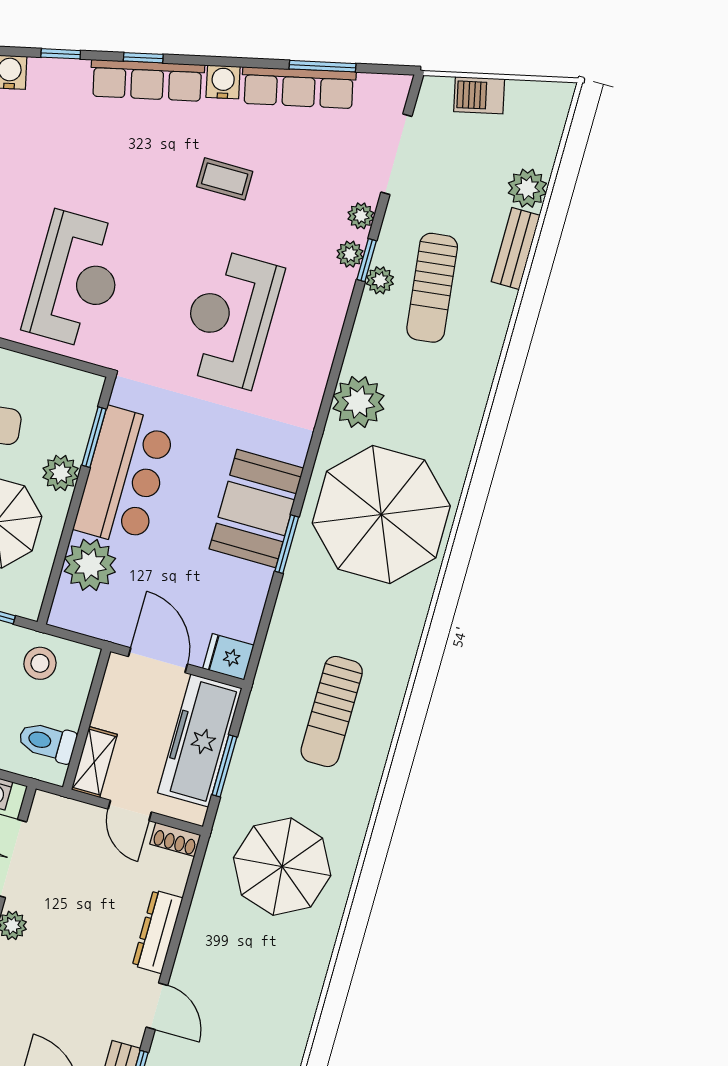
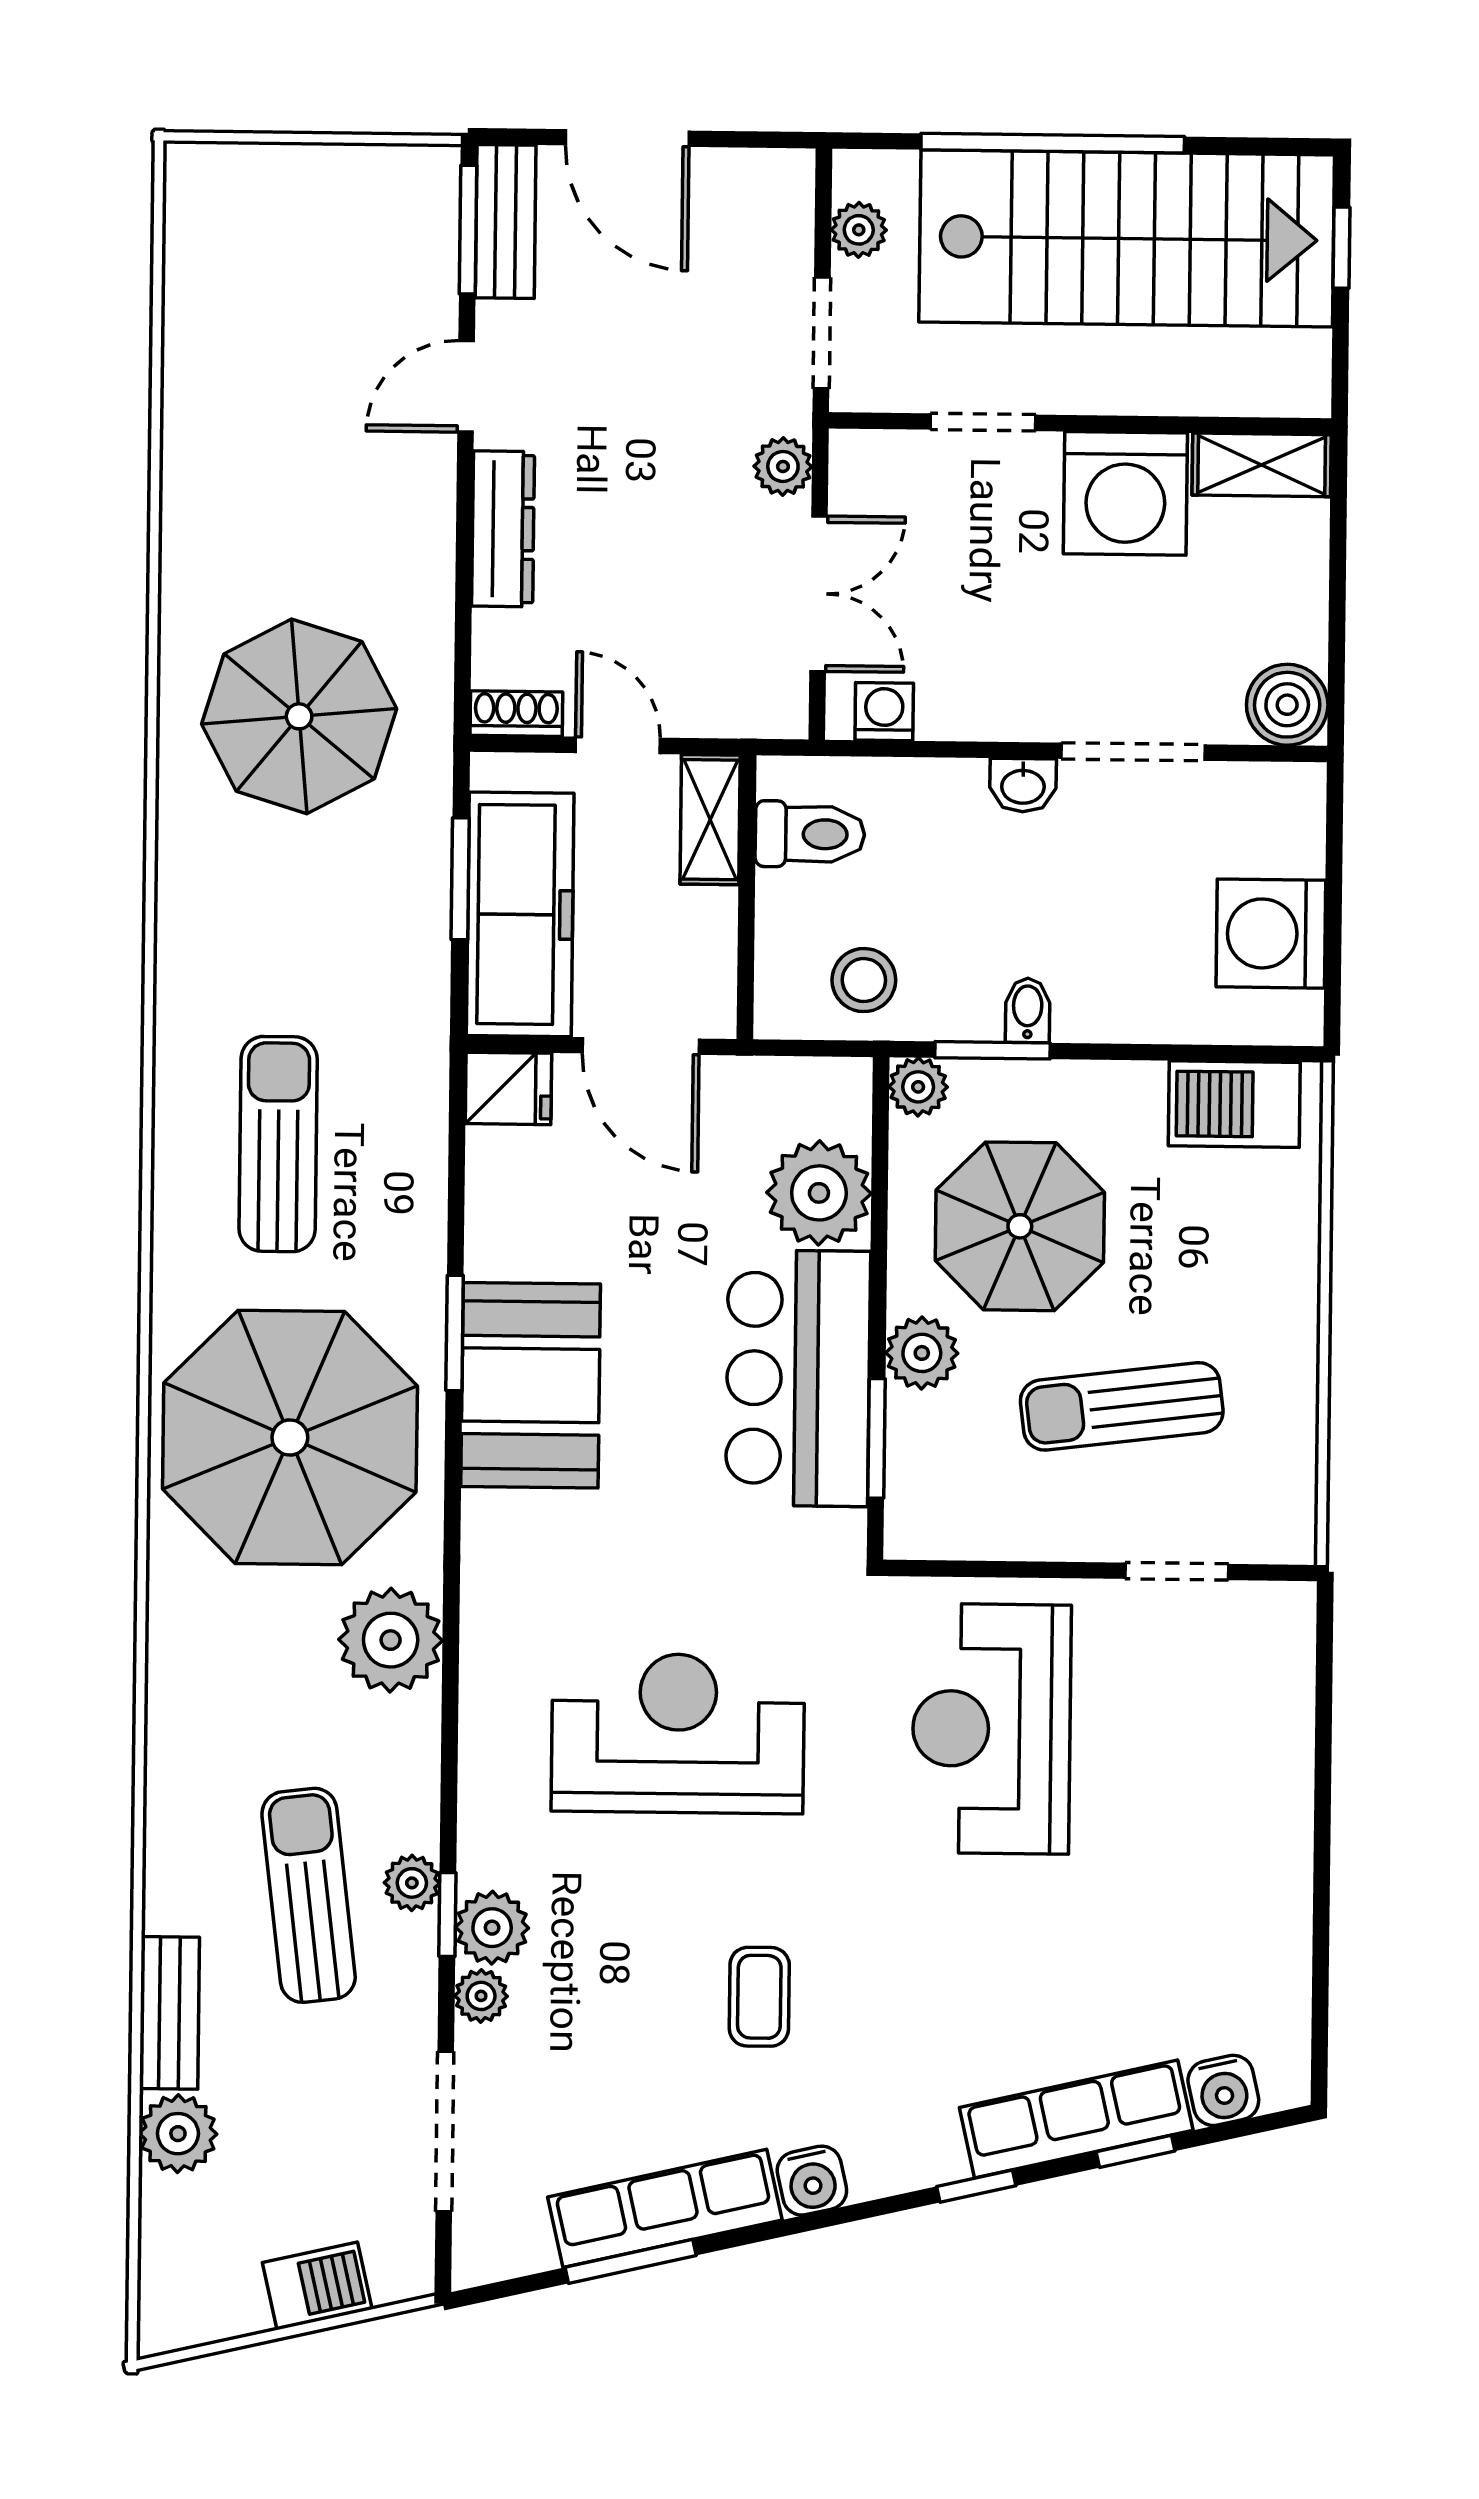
row of seats: (147, 80) -> (1076, 2119), moved
coffee table: (225, 179) -> (759, 1997), turned 90
plant: (350, 254) -> (492, 1928), width x1.38, depth x1.38
reception desk: (230, 319) -> (678, 1733), turned -90
plant: (27, 604) -> (918, 1087), added
sun lounger: (332, 711) -> (278, 1144), moved
door: (157, 1006) -> (466, 386), hinge flipped

